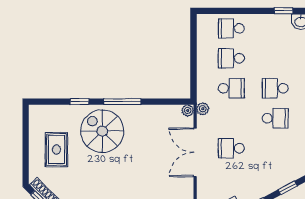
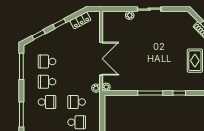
spiral stairs: (102, 131) -> (164, 73), removed
school desk: (231, 148) -> (47, 61), moved, turned 180

